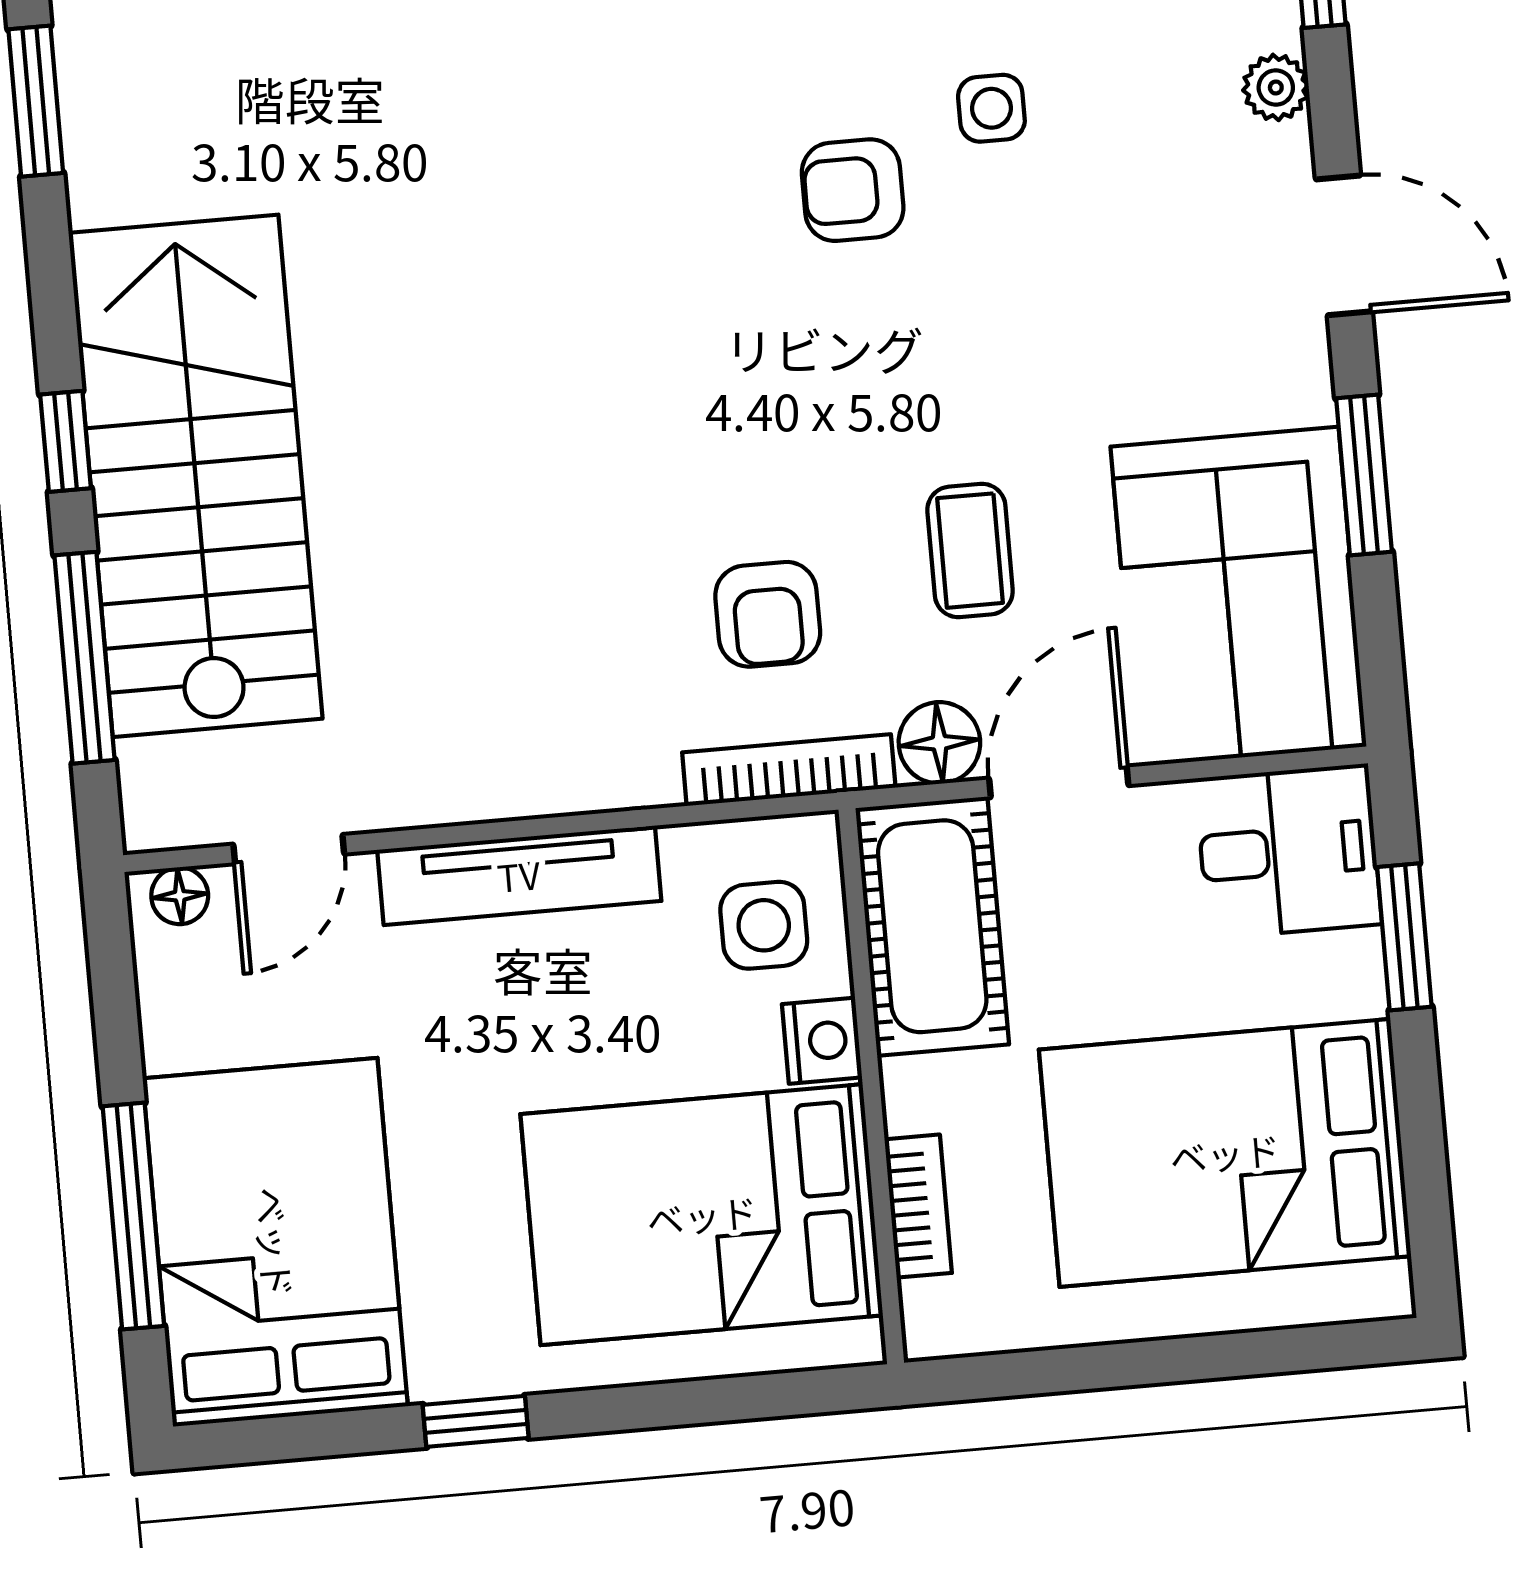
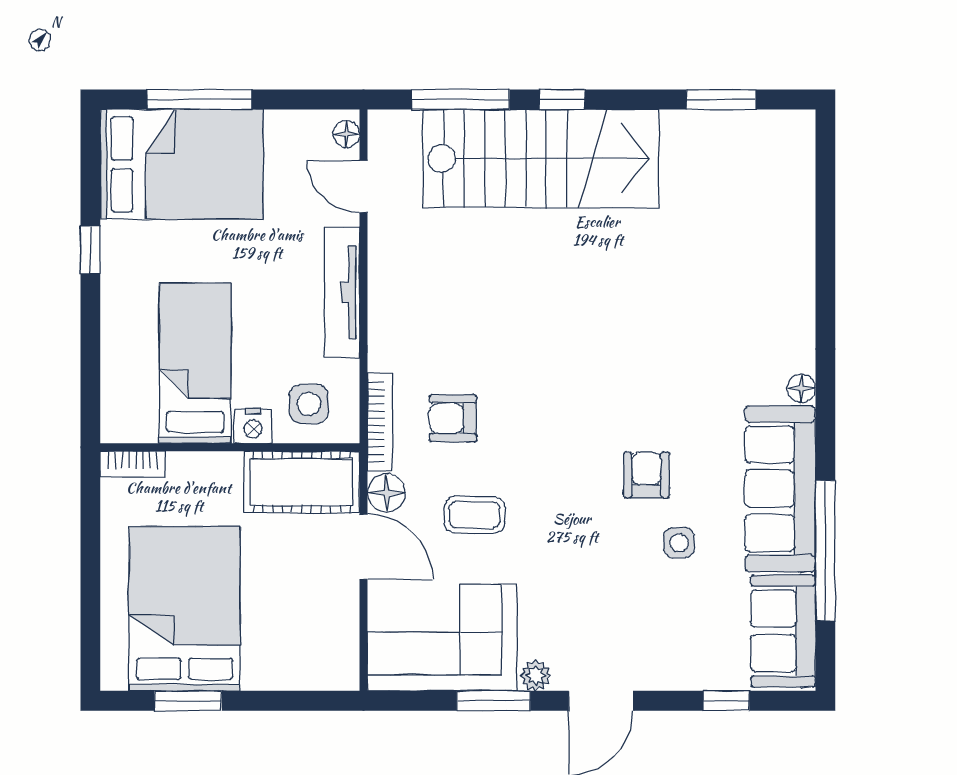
plant: (1276, 87) -> (536, 676), moved
desk: (1288, 851) -> (322, 650), removed
window: (1404, 937) -> (188, 701), moved
bookcase: (918, 1206) -> (133, 464), moved
bed: (702, 1215) -> (195, 363), width x0.67

